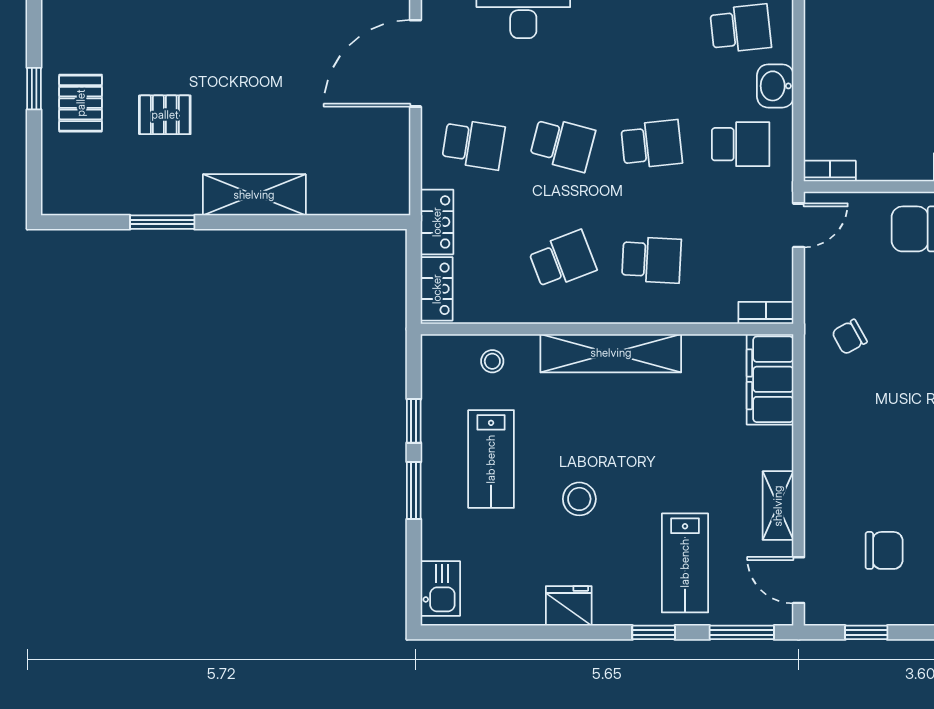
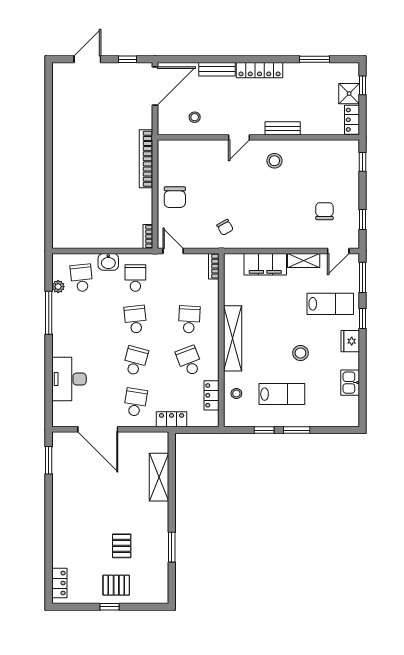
shelving: (254, 195) -> (159, 477), moved
locker: (437, 289) -> (212, 395), moved, turned -90
filing cabinet: (770, 379) -> (265, 264), moved
kitchen sink: (440, 588) -> (350, 383), moved, turned -90
fridge: (569, 606) -> (350, 341), moved

